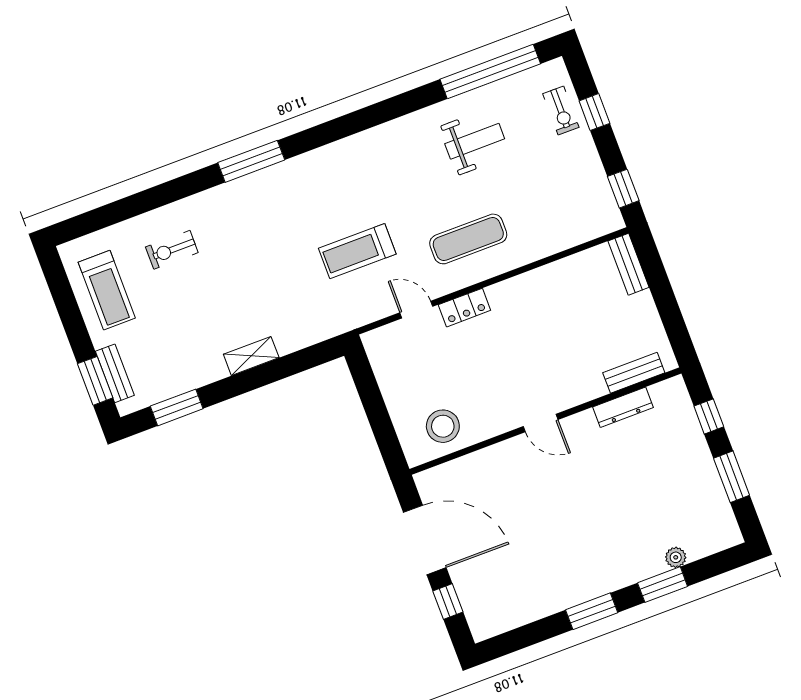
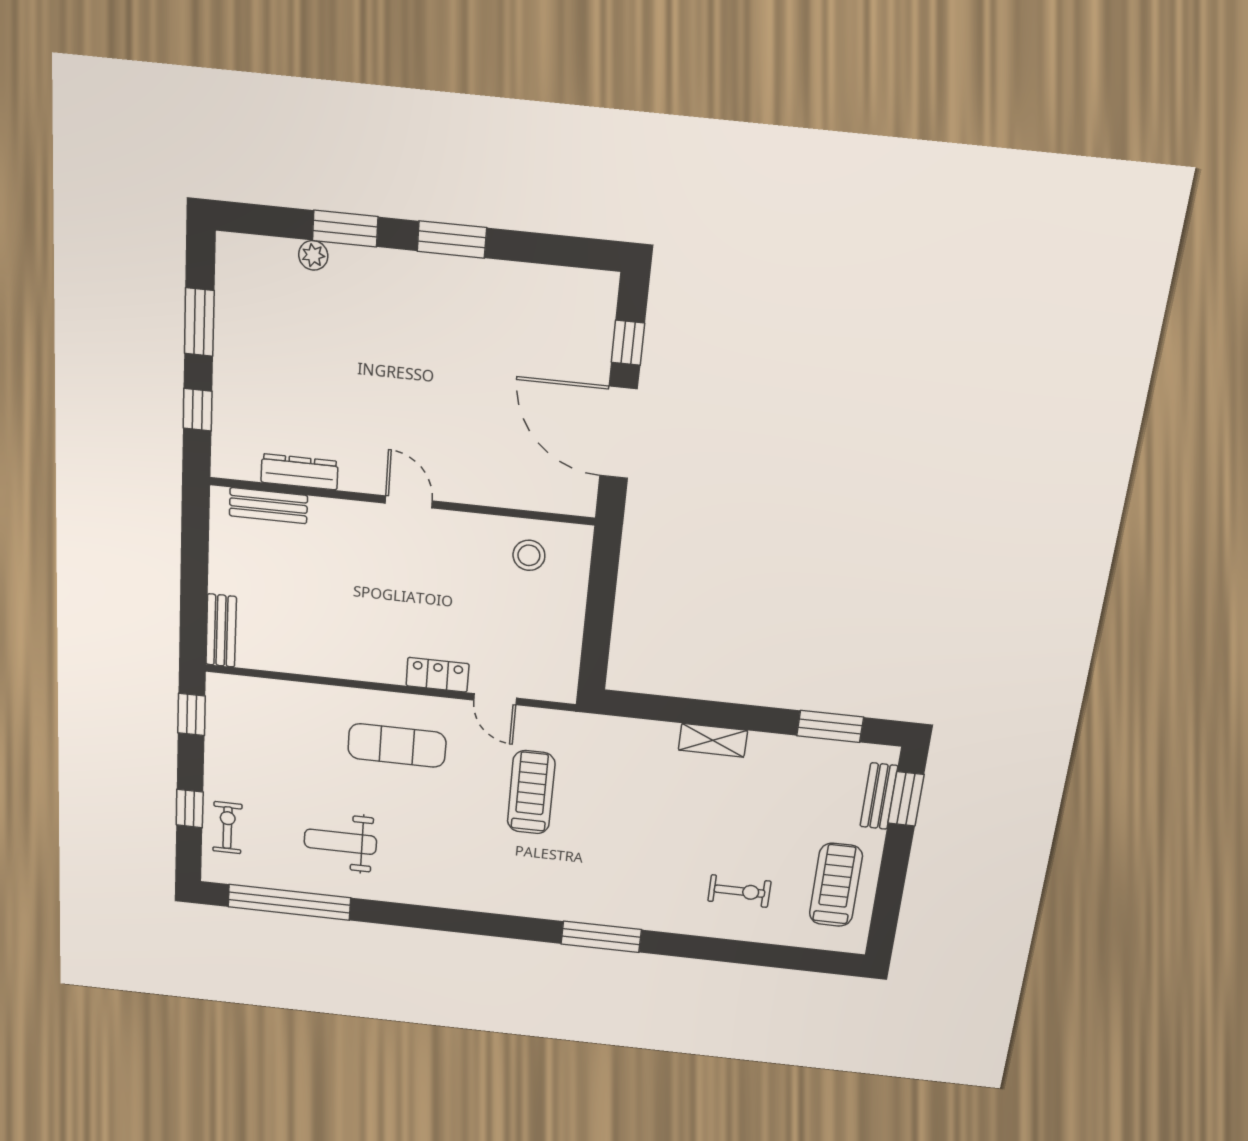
treadmill: (357, 251) -> (531, 792), turned -90
stool: (443, 426) -> (529, 555), width x0.73, depth x0.73

